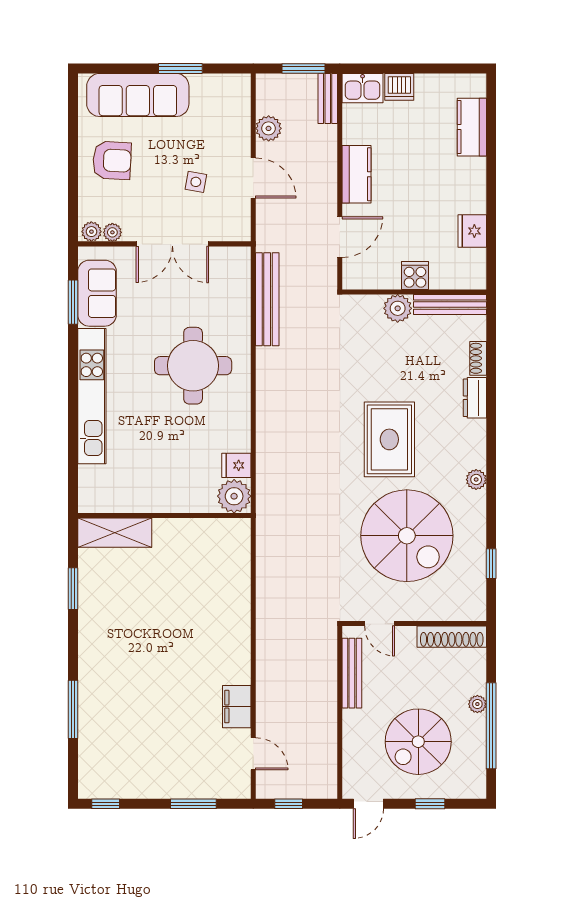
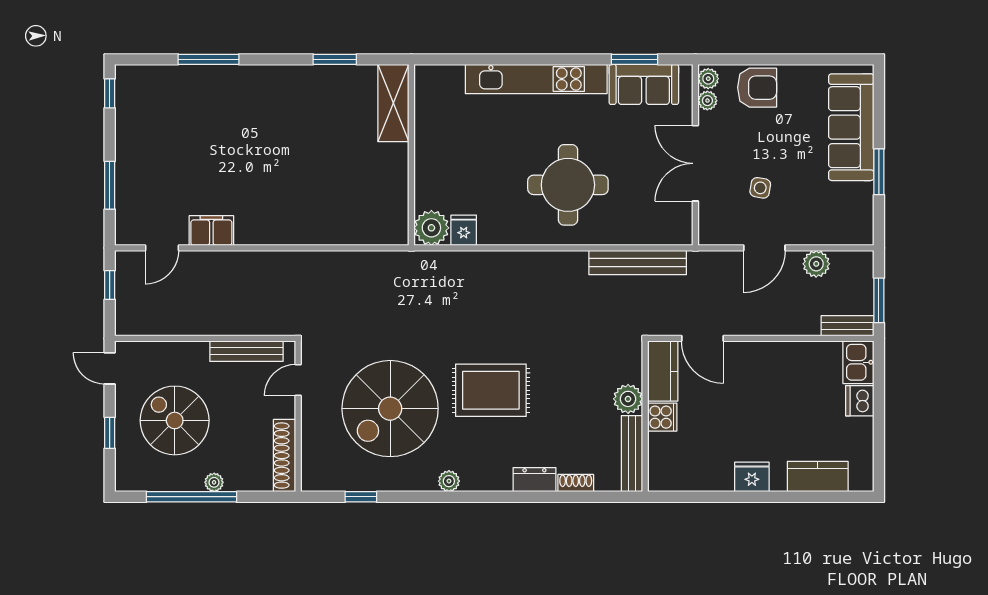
armchair: (112, 160) -> (757, 88), moved, turned -93
kitchen counter: (357, 174) -> (663, 371), moved, turned -90
fridge: (472, 231) -> (752, 477), moved

